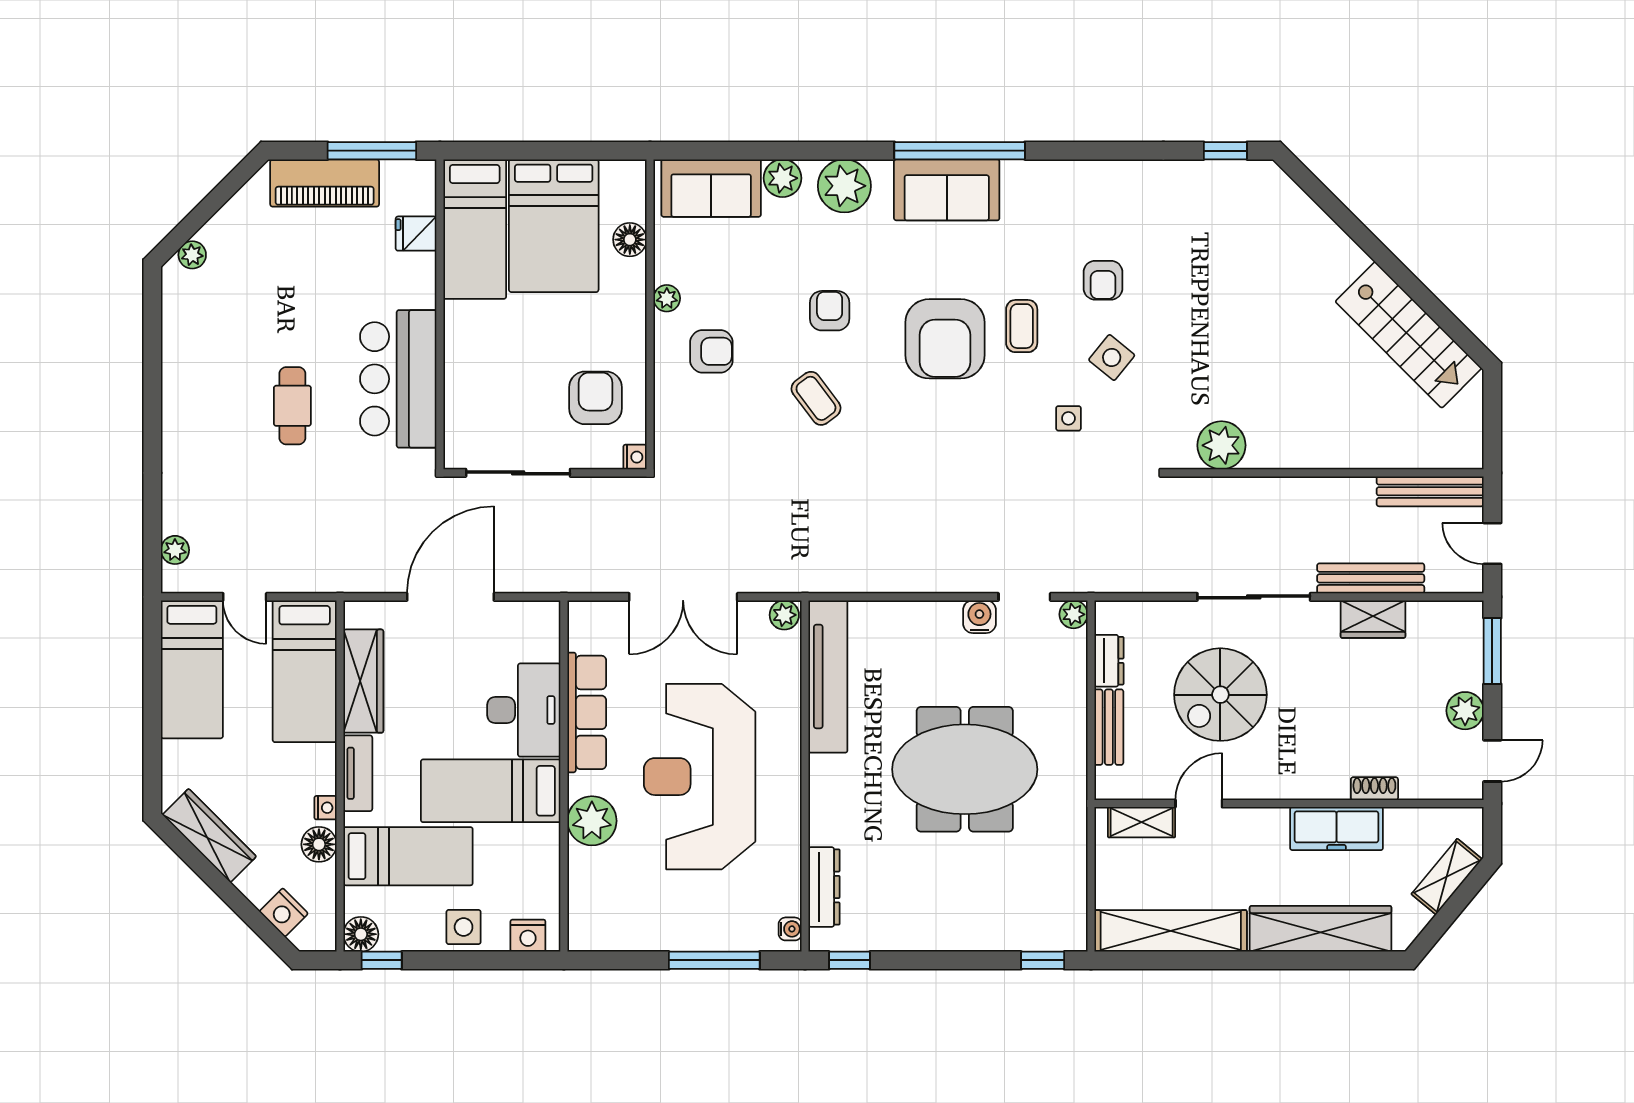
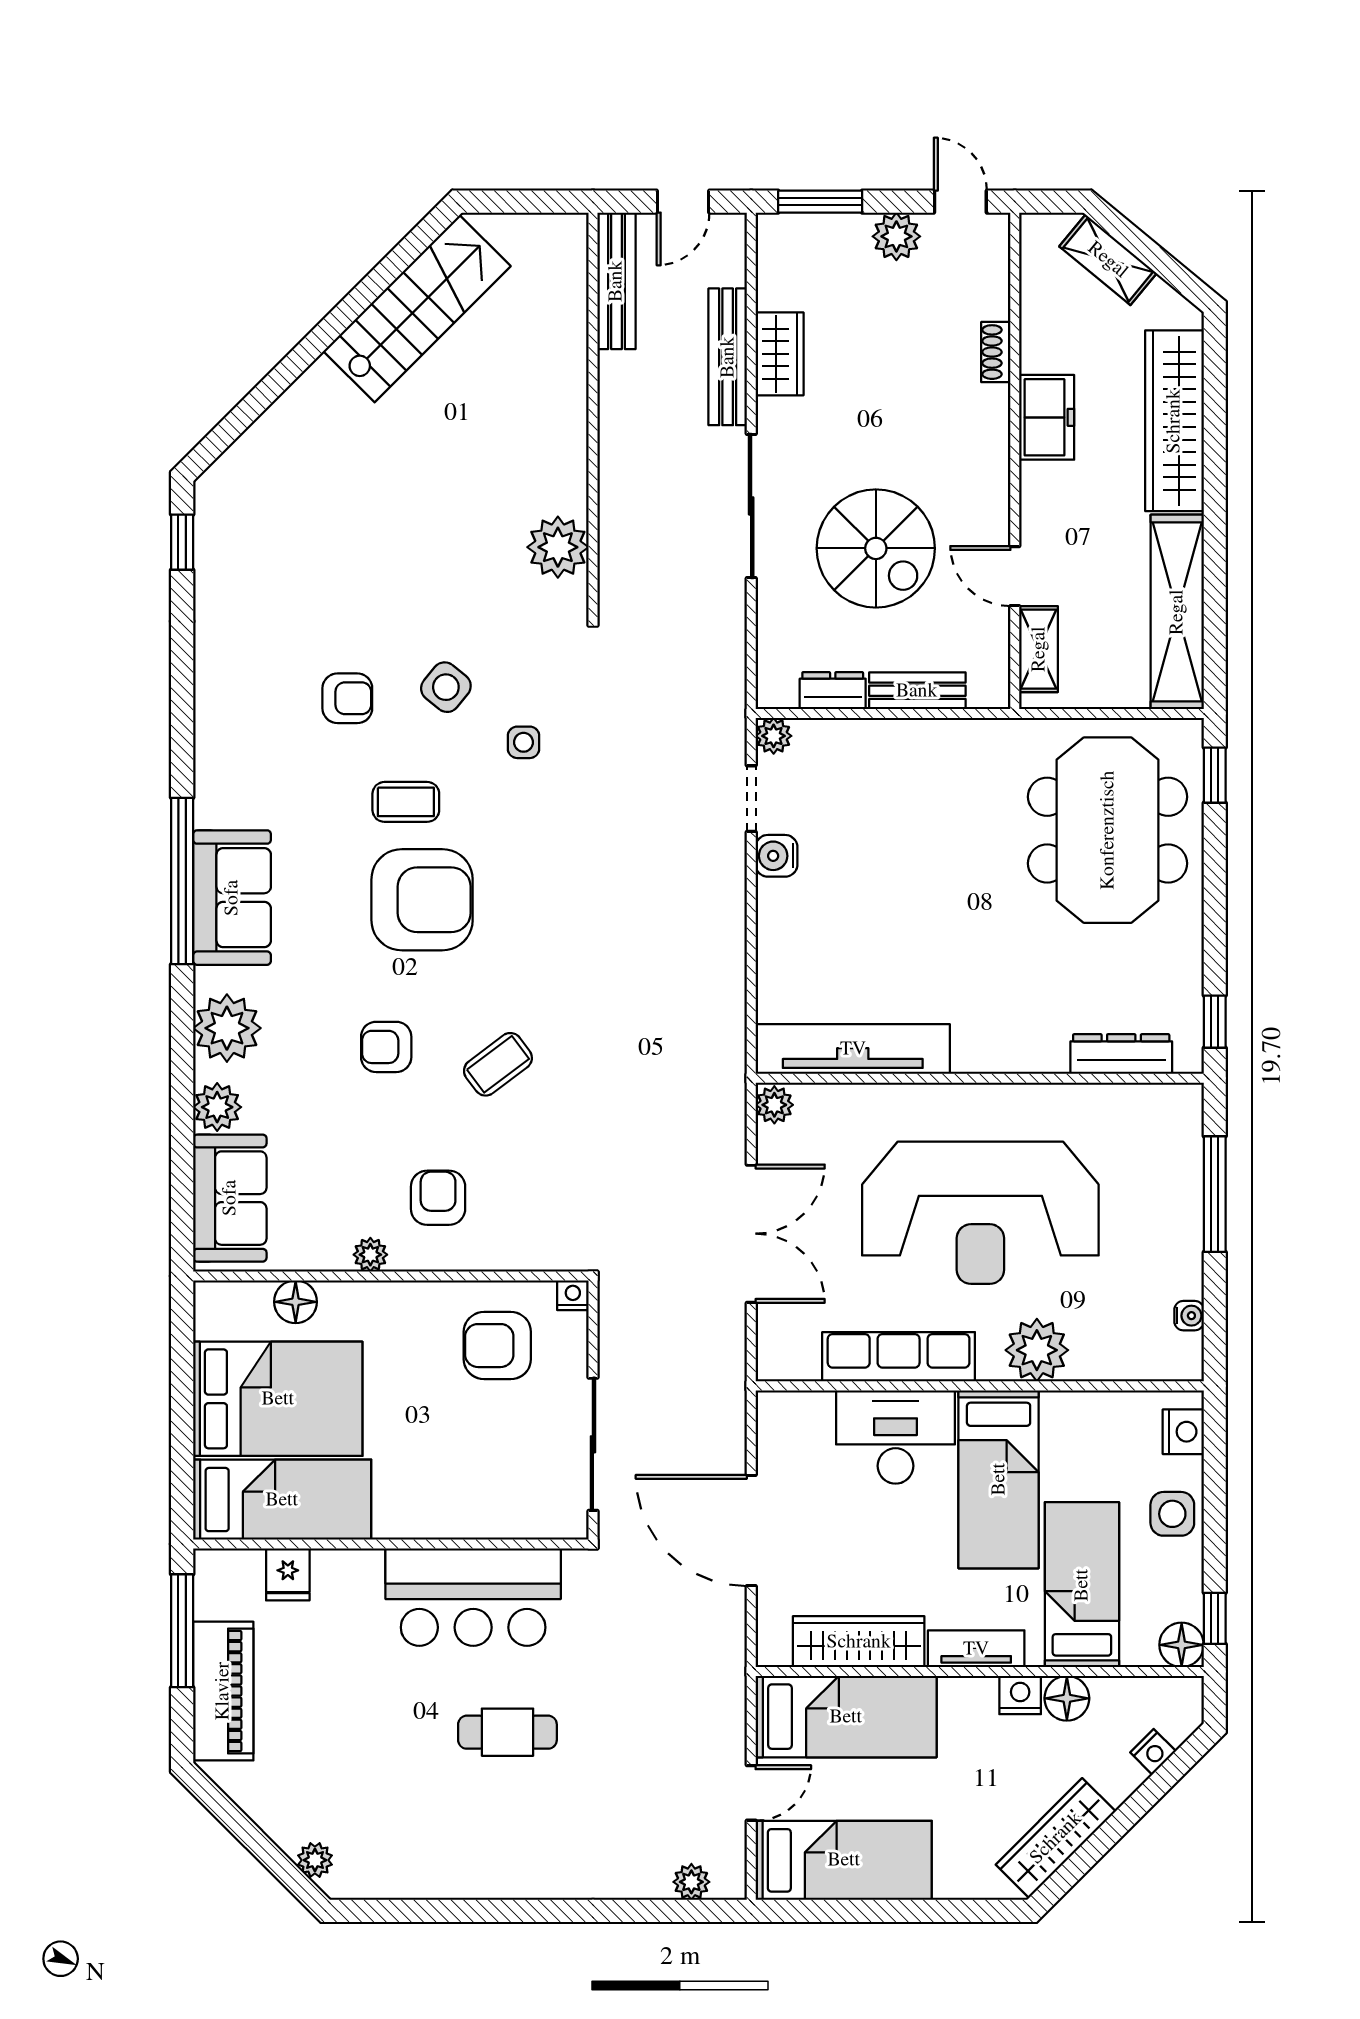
meeting table: (965, 769) -> (1108, 830), moved
nightstand: (325, 808) -> (1020, 1695), width x1.39, depth x1.35
freezer: (1337, 829) -> (1047, 417), width x0.71
nightstand: (284, 912) -> (1153, 1752), width x0.72, depth x0.74
water cooler: (790, 929) -> (1189, 1316), moved, turned 90

